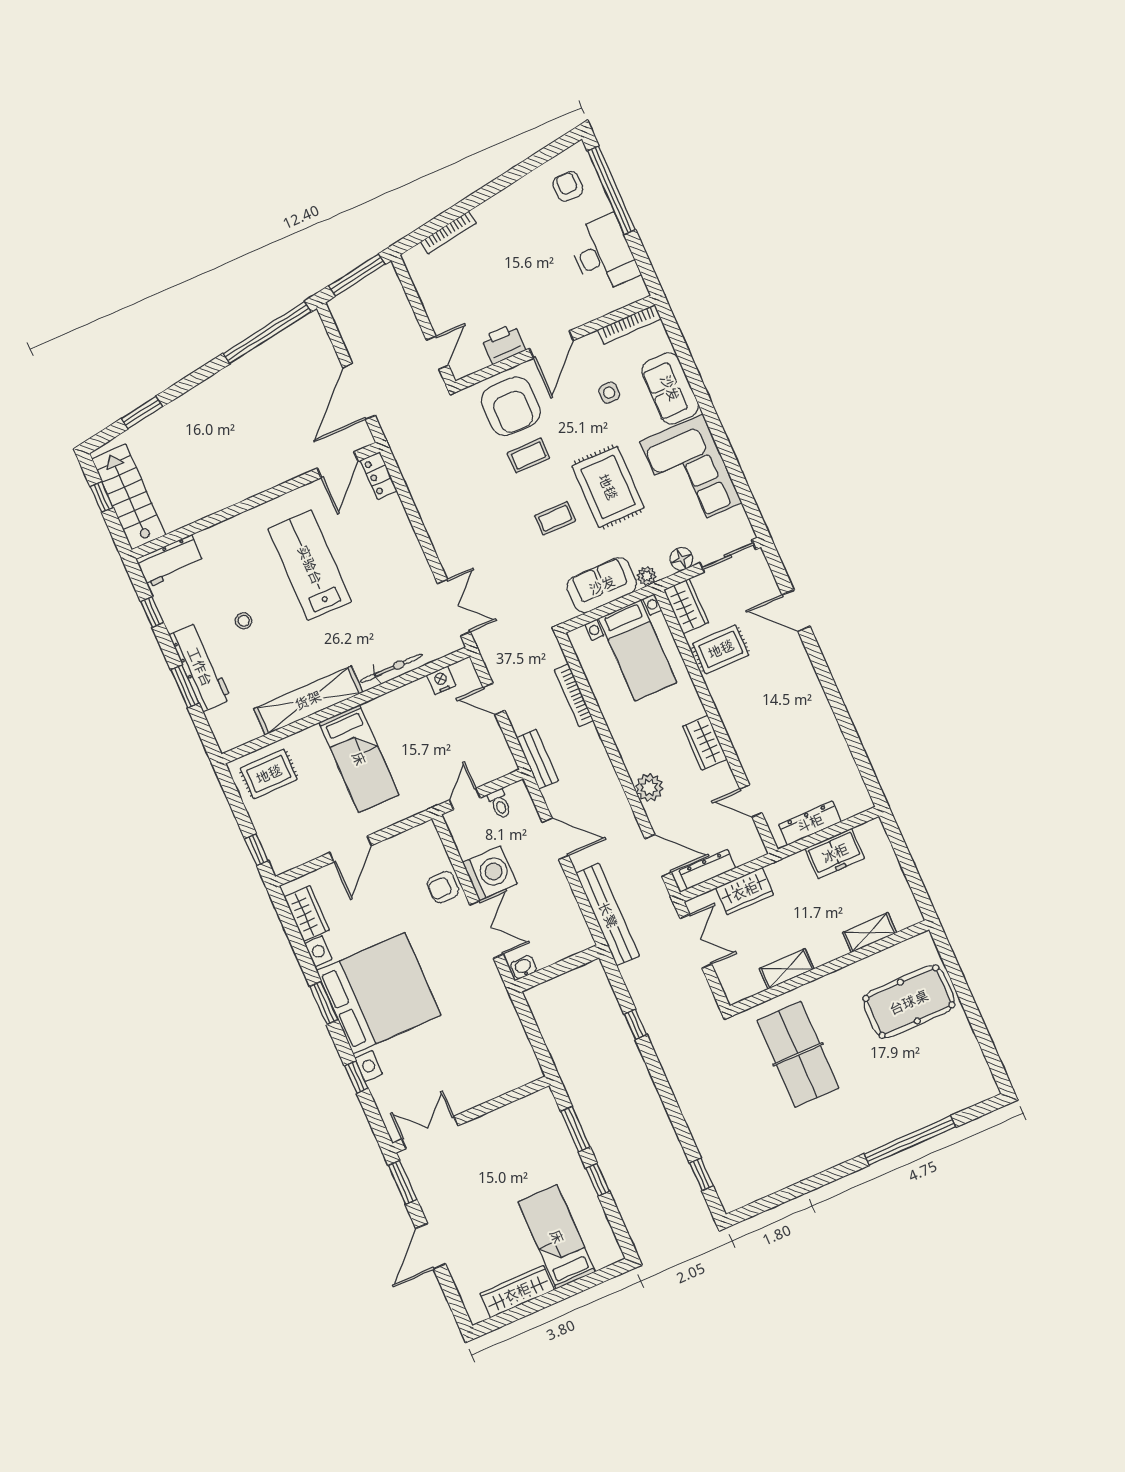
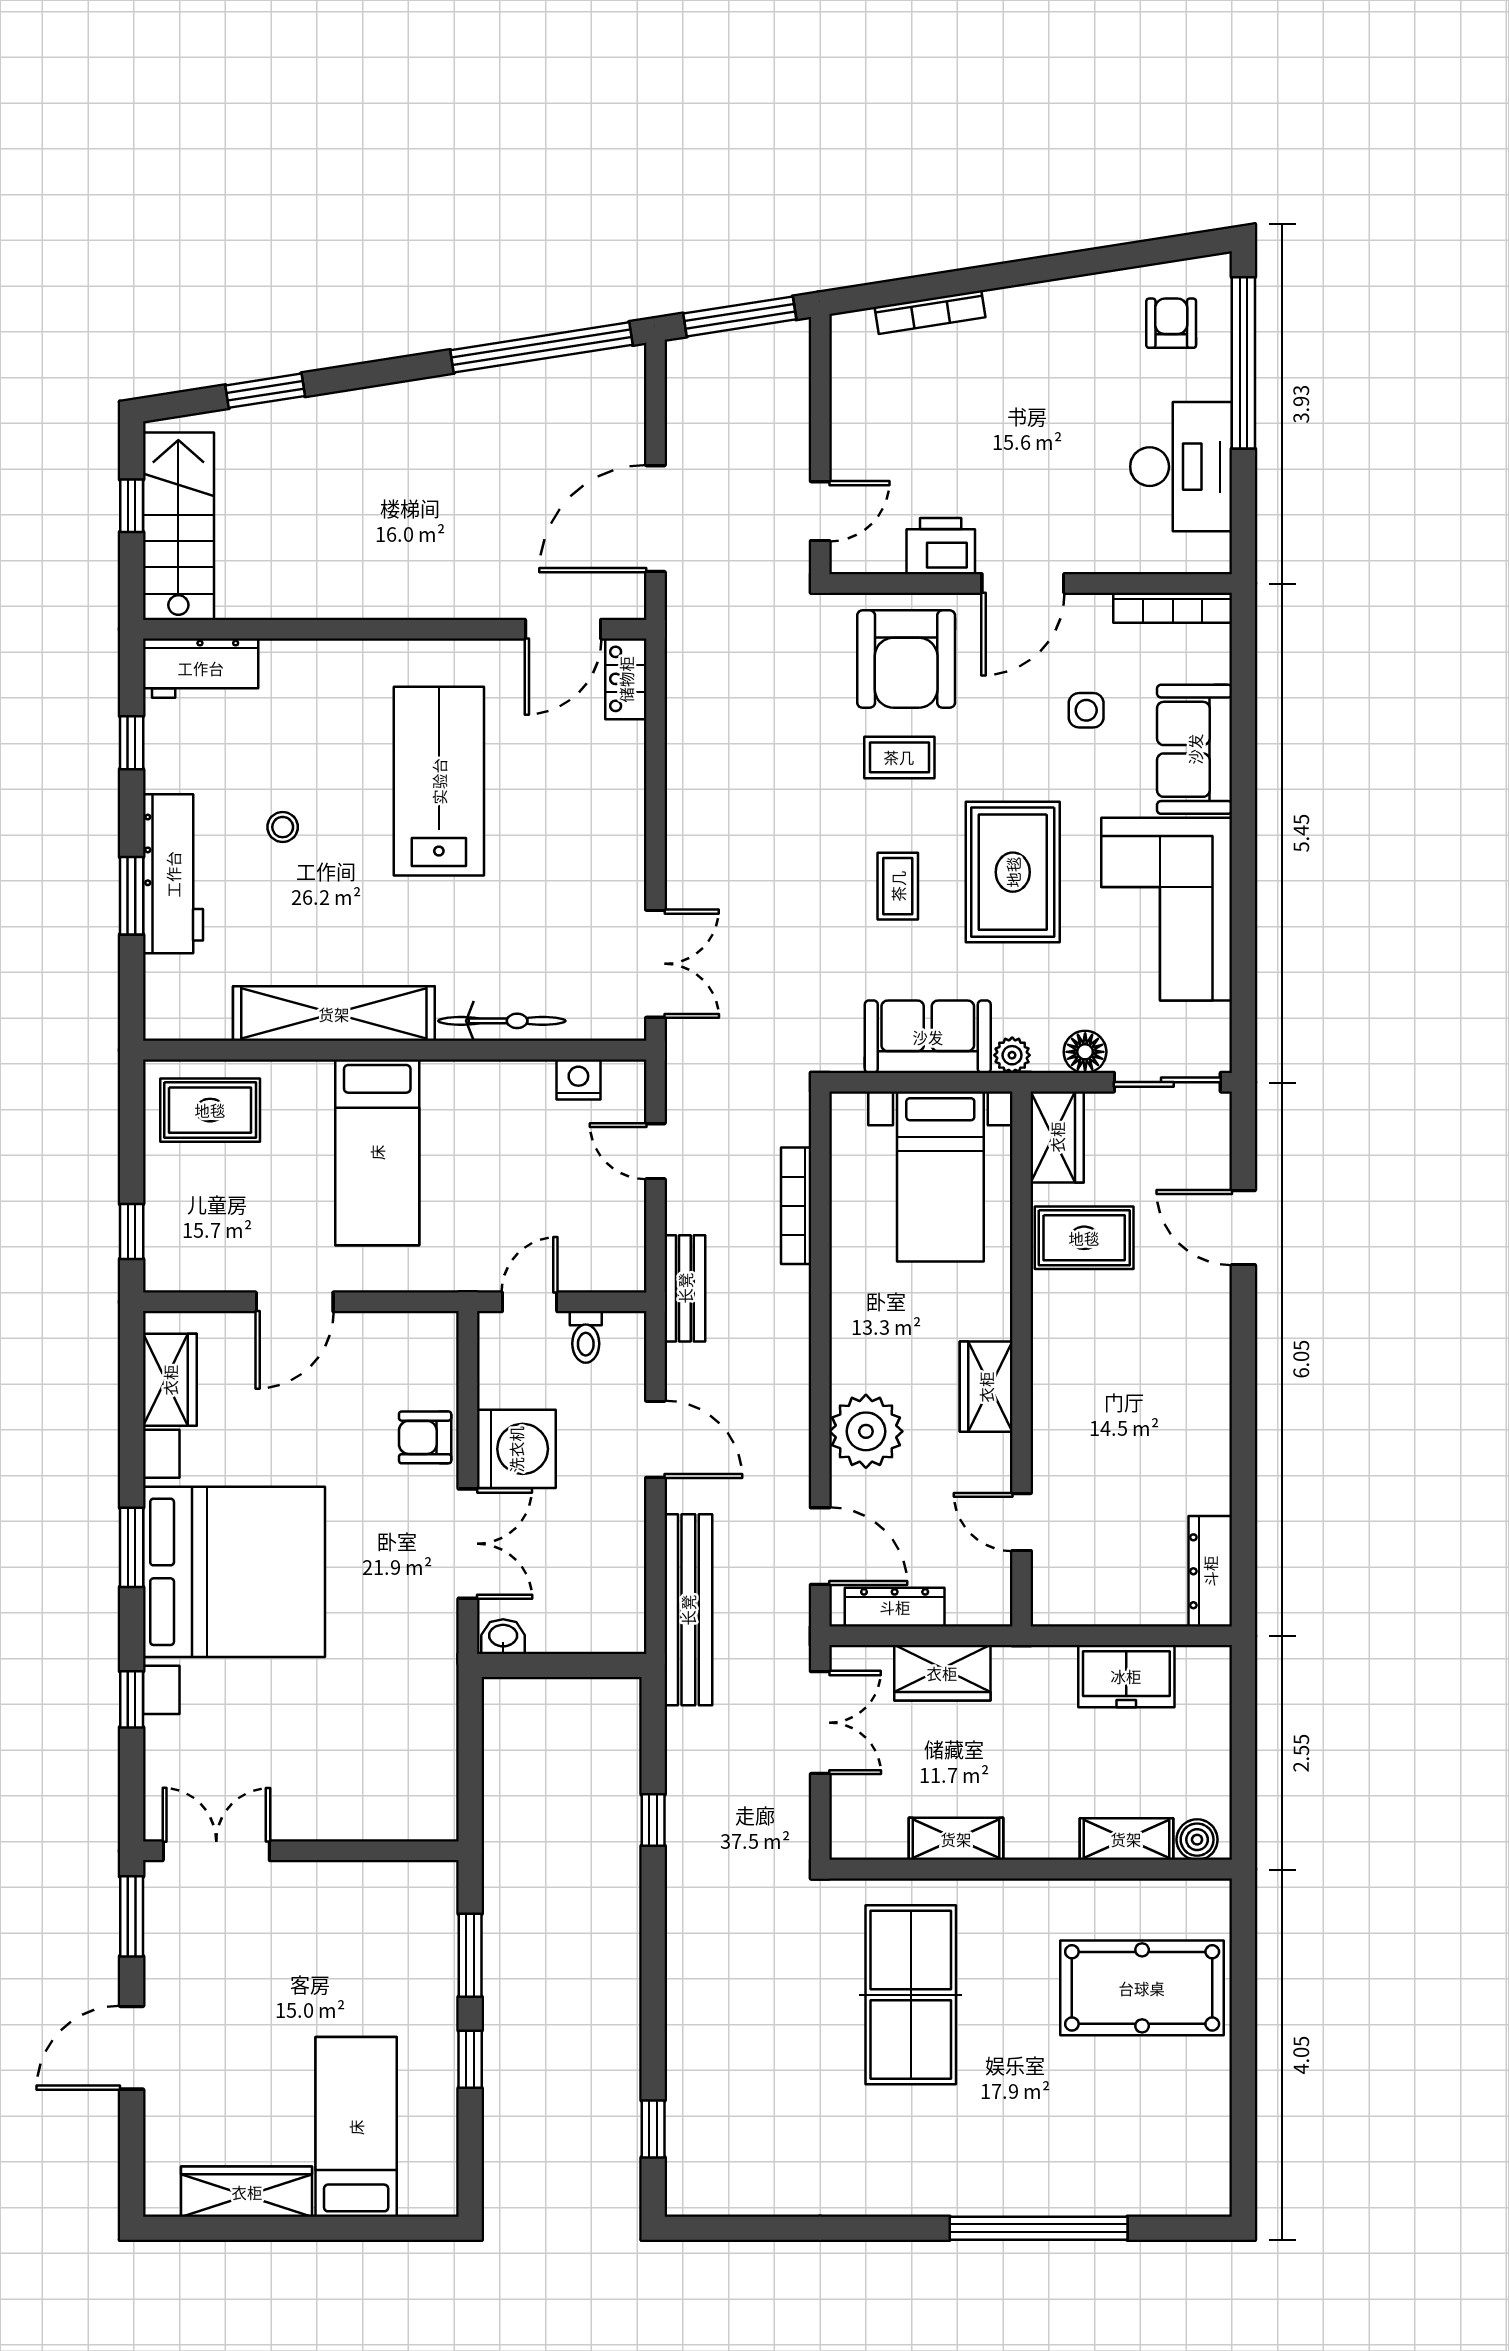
coffee table: (555, 518) -> (898, 886), turned 90
plant: (649, 787) -> (866, 1431), width x1.36, depth x1.36
dresser: (810, 823) -> (1210, 1571), moved, turned -90
boiler: (904, 918) -> (1197, 1840), added

